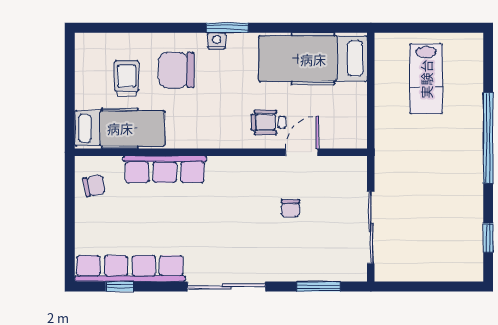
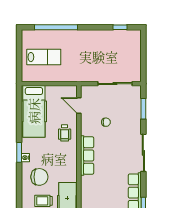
chair: (176, 70) -> (39, 177), turned -90
window: (488, 138) -> (56, 27), moved
door: (302, 152) -> (79, 106), moved
row of seats: (165, 169) -> (87, 155), moved

